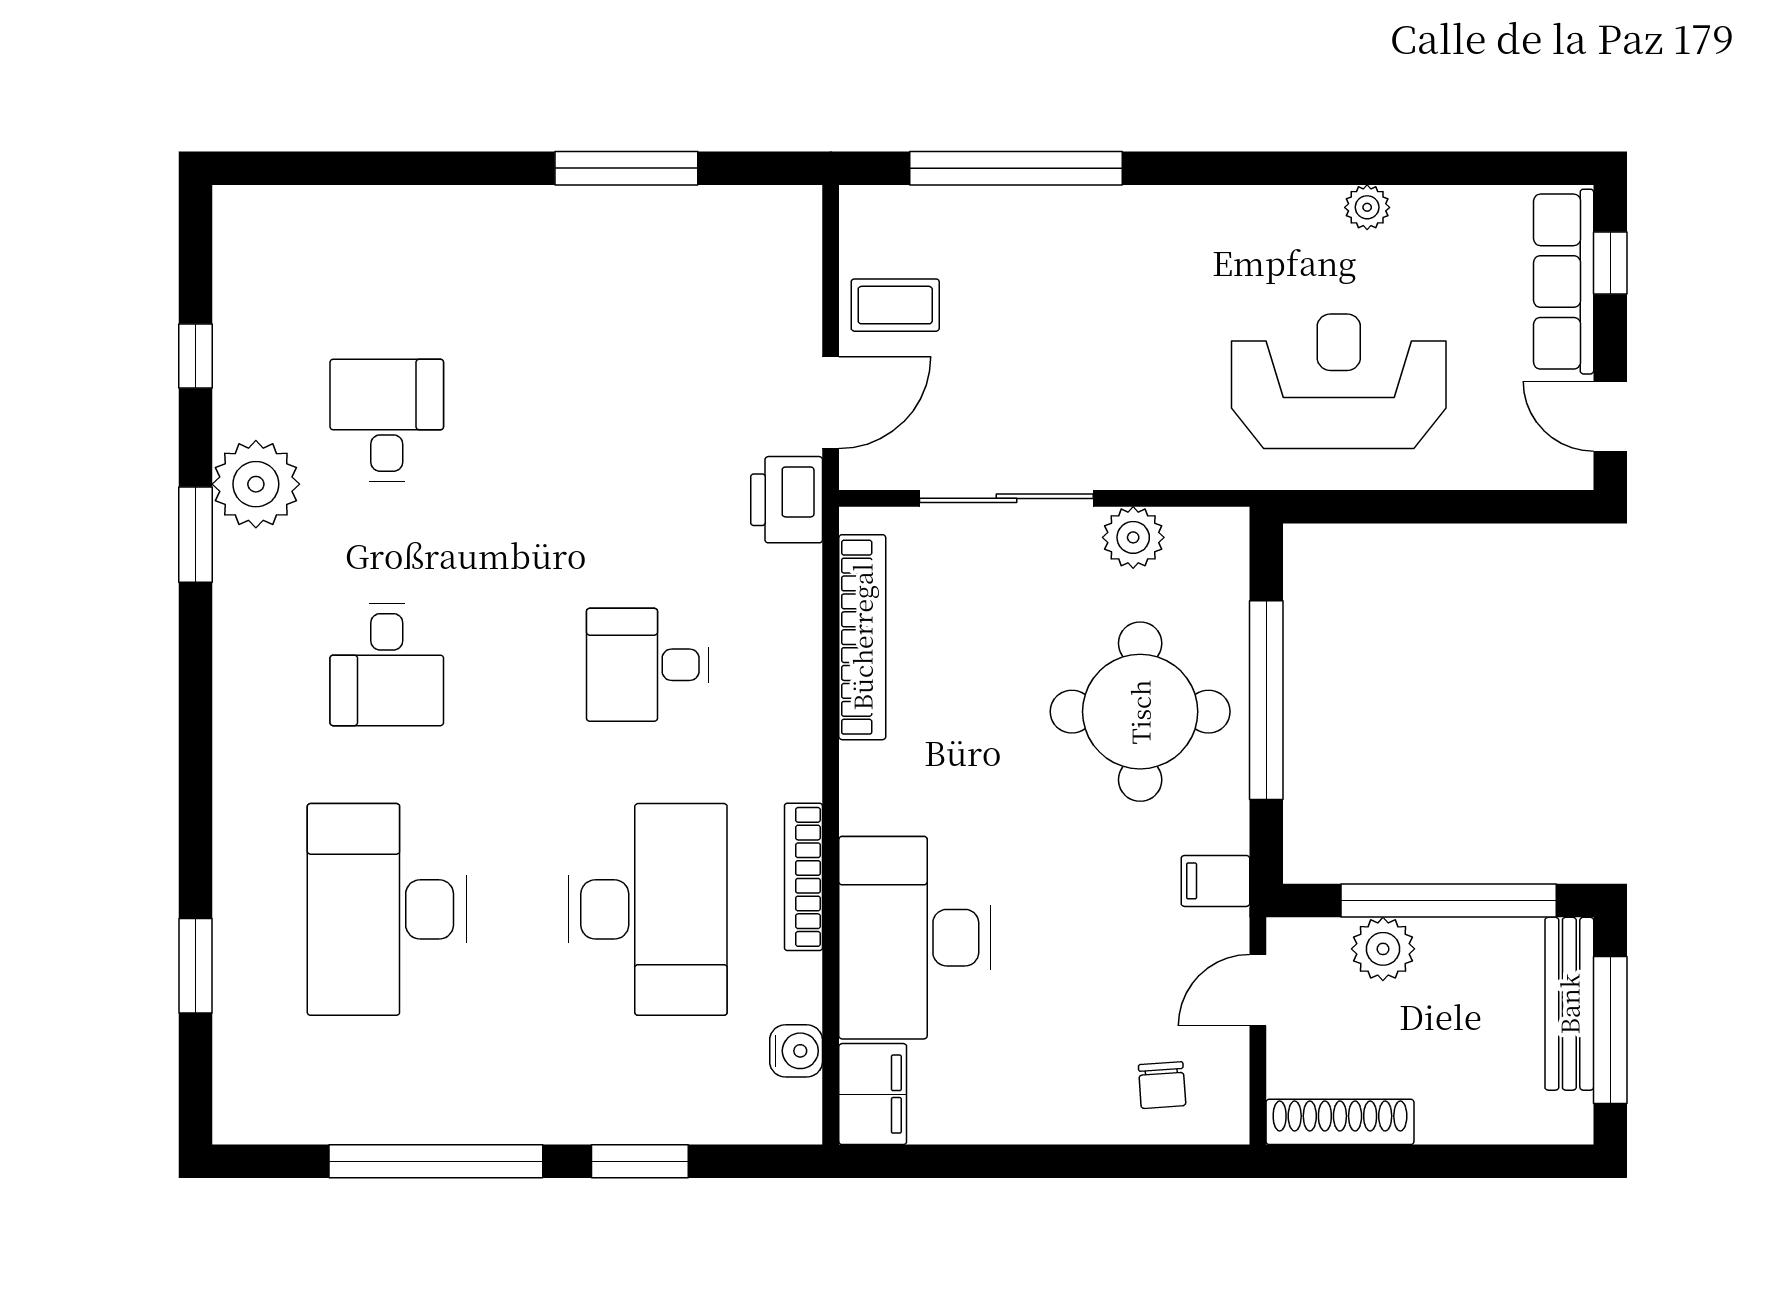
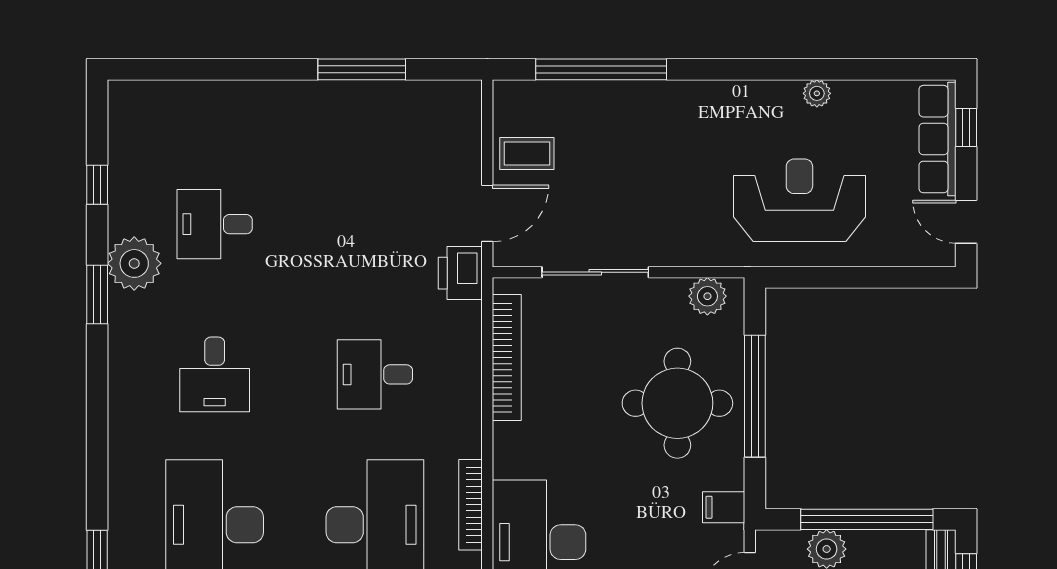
desk: (387, 420) -> (215, 224), turned -90
plant: (1133, 537) -> (707, 296), moved

